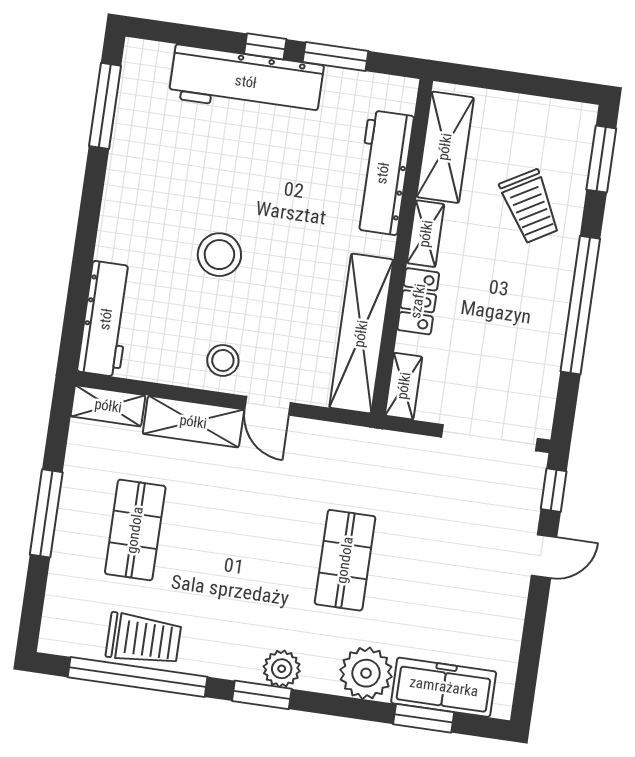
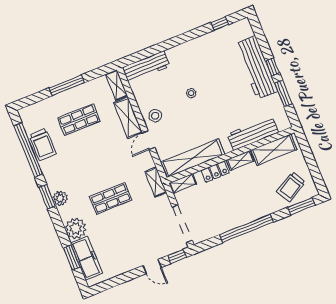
window: (105, 106) -> (220, 23), width x0.46
trolley: (530, 206) -> (291, 187), moved
stool: (219, 255) -> (191, 93), width x0.53, depth x0.53
shelving: (367, 443) -> (156, 182), added

